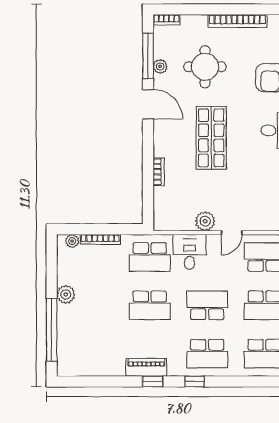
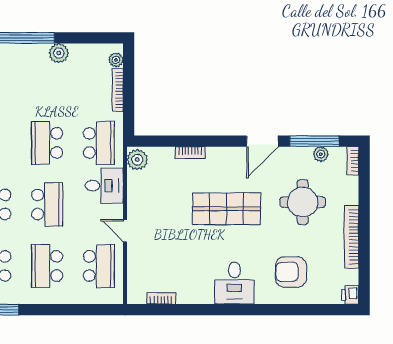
plant: (160, 66) -> (321, 154), moved
plant: (205, 221) -> (137, 160), moved
school desk: (150, 257) -> (99, 143), turned 180

